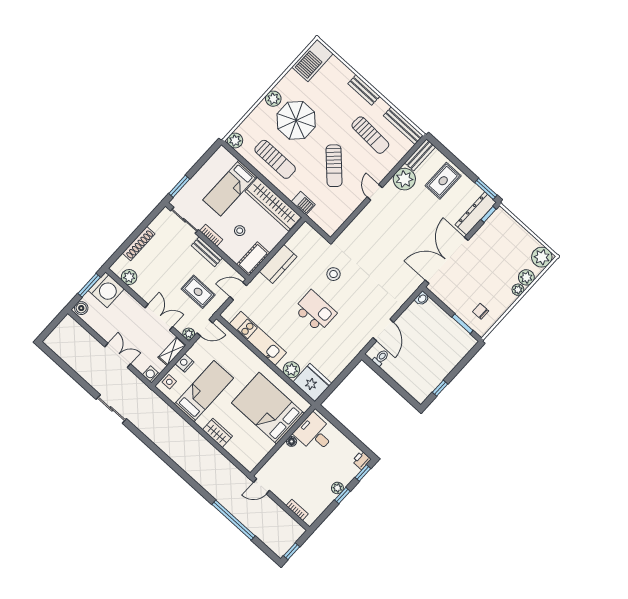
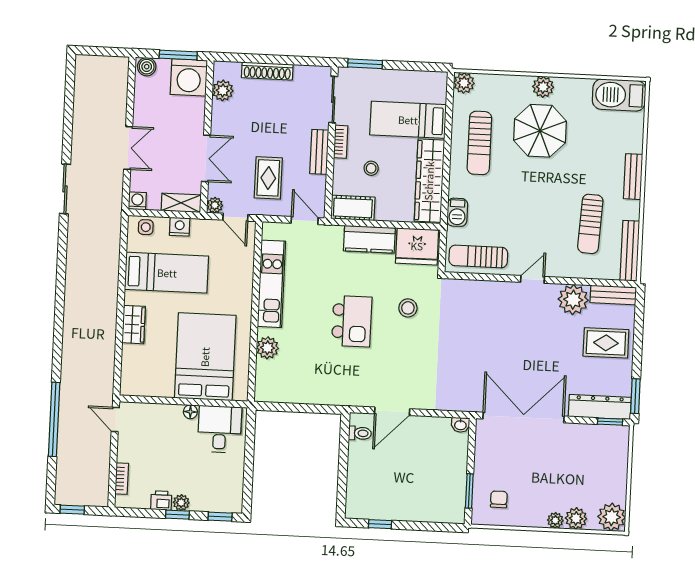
sun lounger: (334, 166) -> (478, 256), moved, turned 44
fridge: (312, 383) -> (417, 246), moved, turned 90
printer: (362, 460) -> (161, 501), moved

